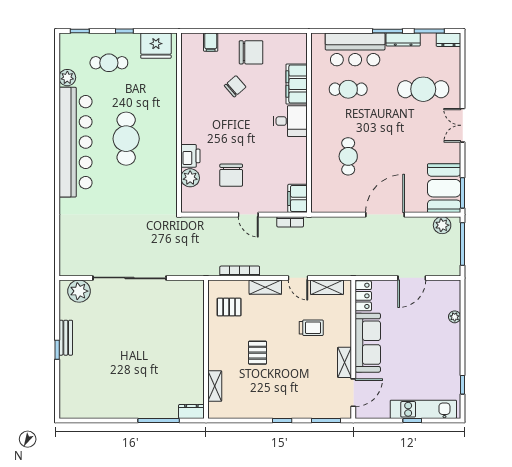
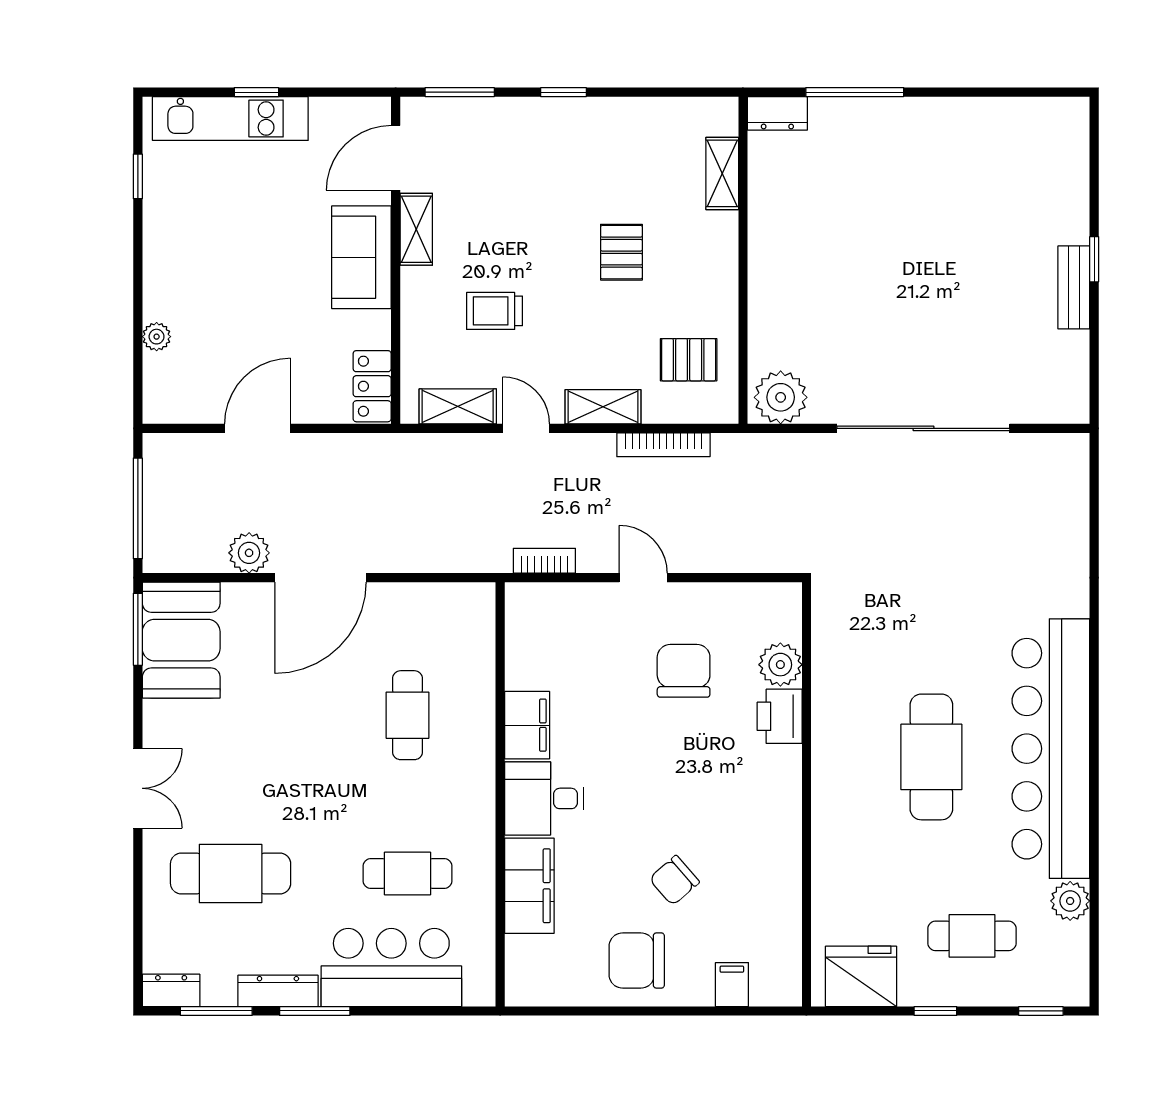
filing cabinet: (297, 198) -> (527, 725), moved
plant: (442, 225) -> (249, 553), moved
plant: (79, 291) -> (781, 397), moved
sofa: (368, 343) -> (361, 257), width x0.73

